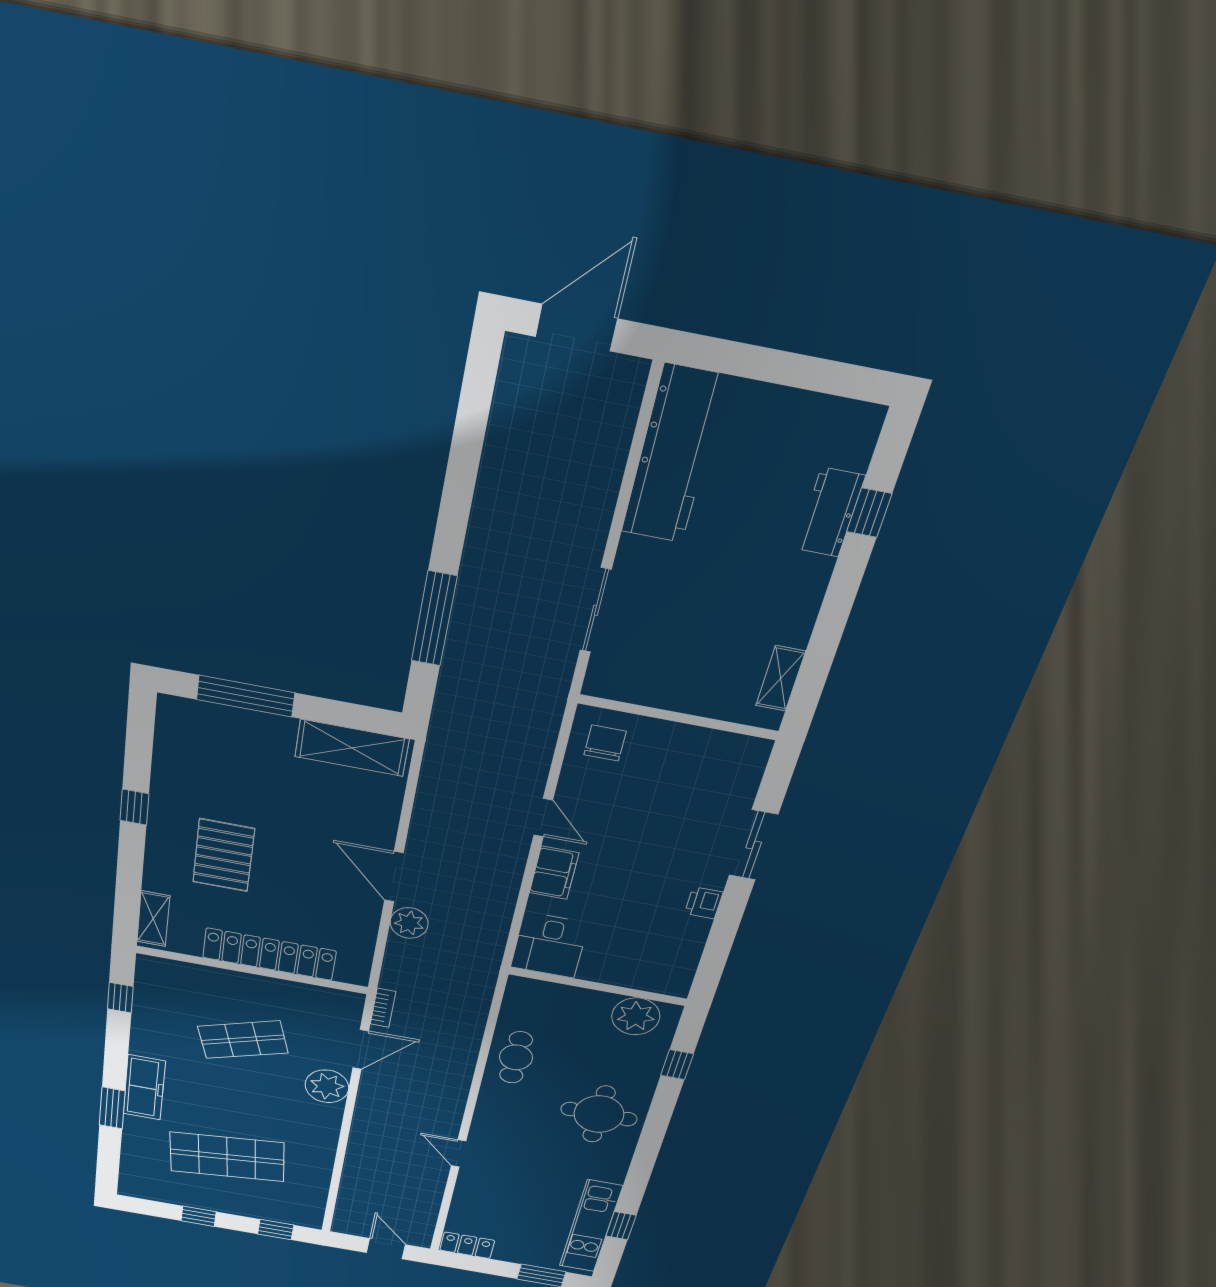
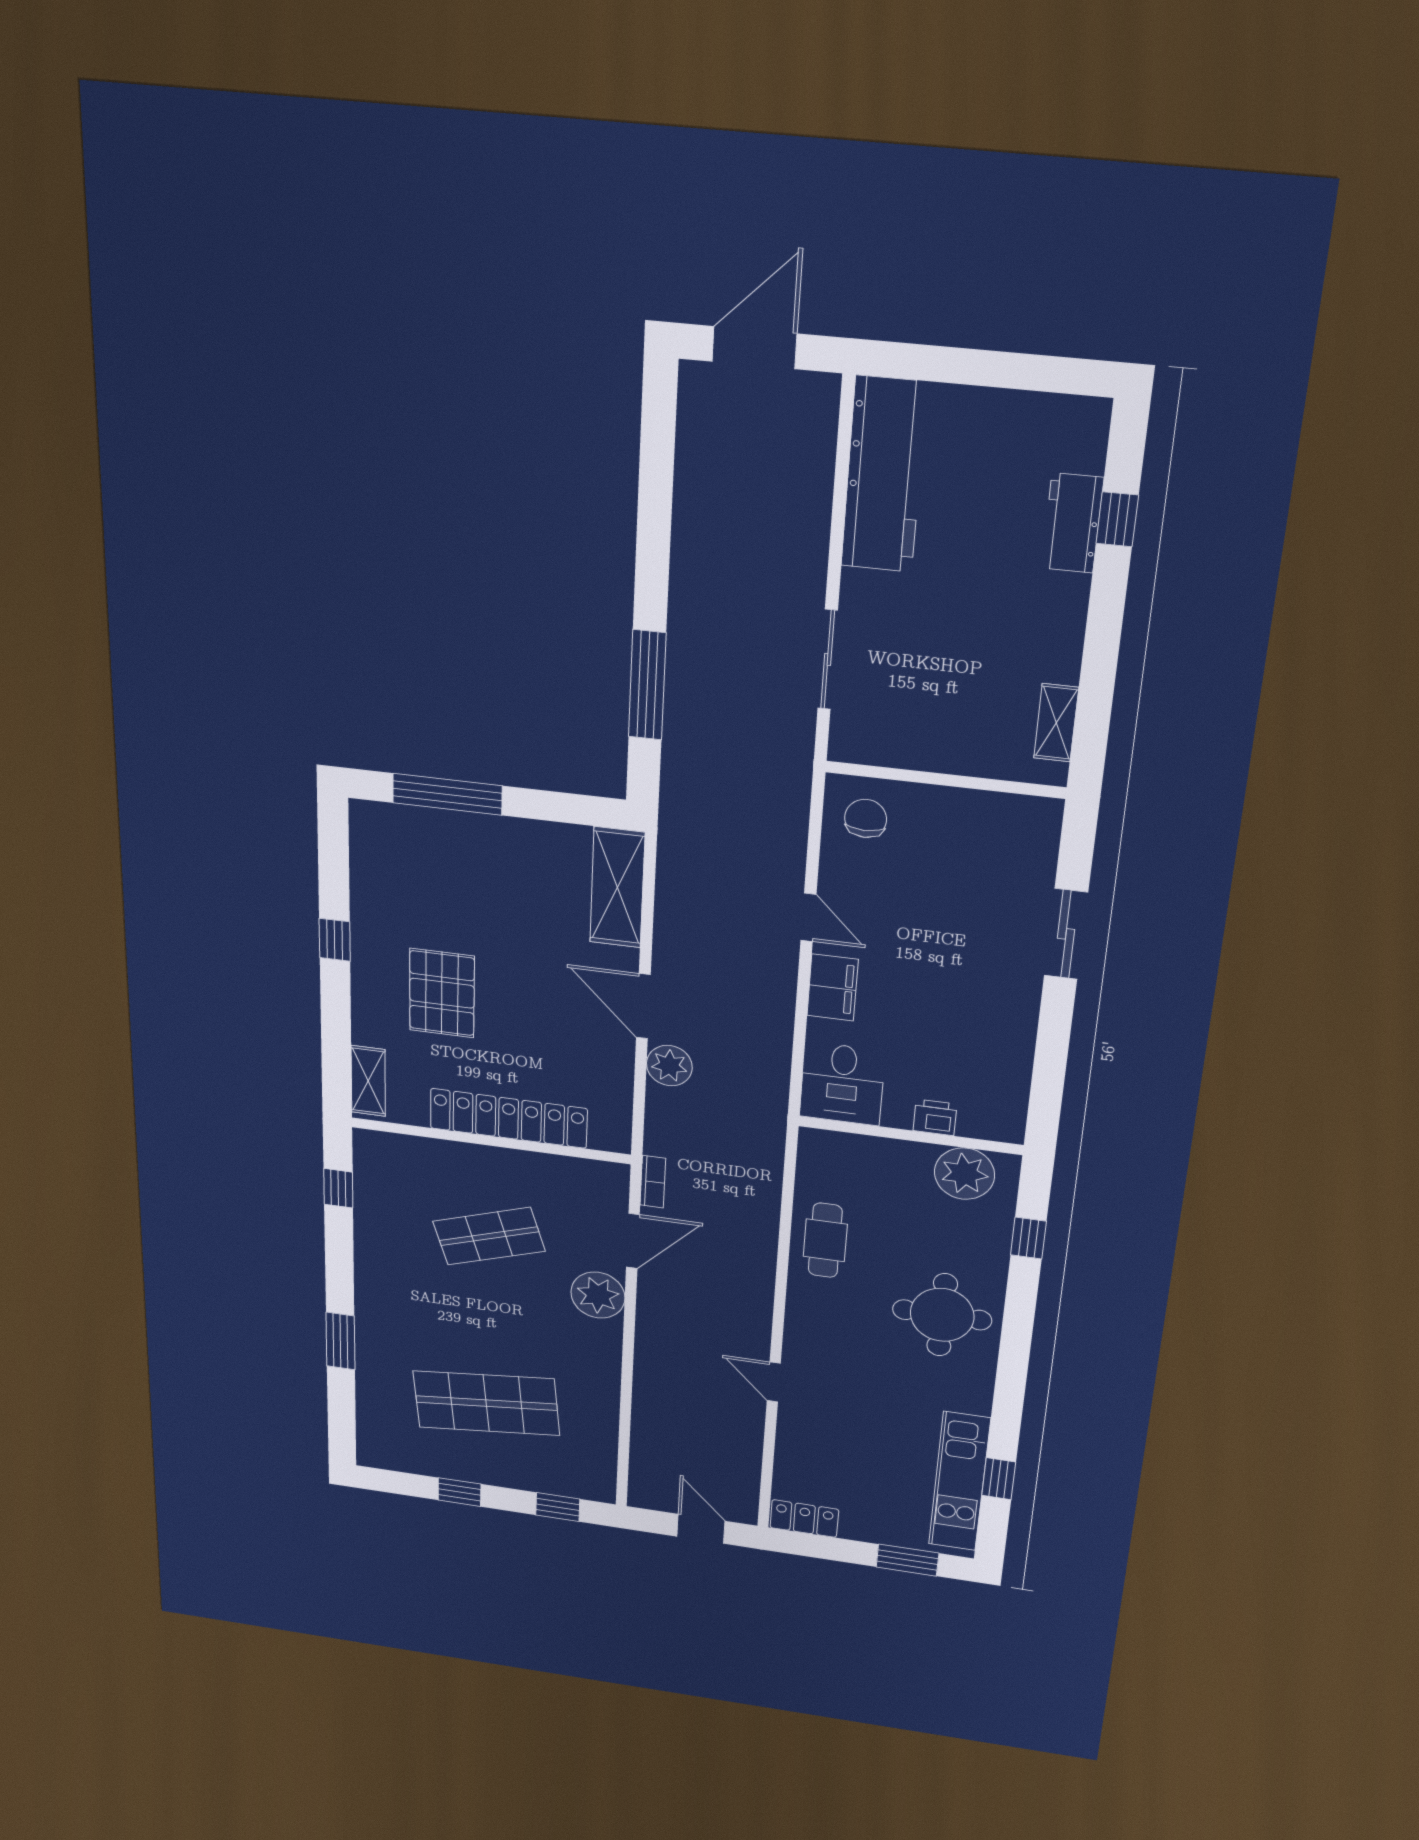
shelving: (352, 748) -> (617, 888), moved, turned 90
printer: (704, 903) -> (935, 1117), moved, turned 90
freezer: (144, 1088) -> (377, 1310), removed

